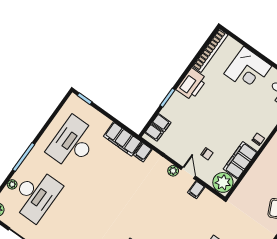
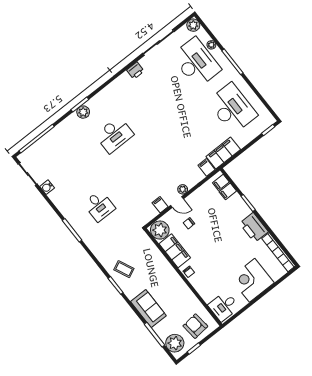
desk: (36, 195) -> (196, 63), turned 180

